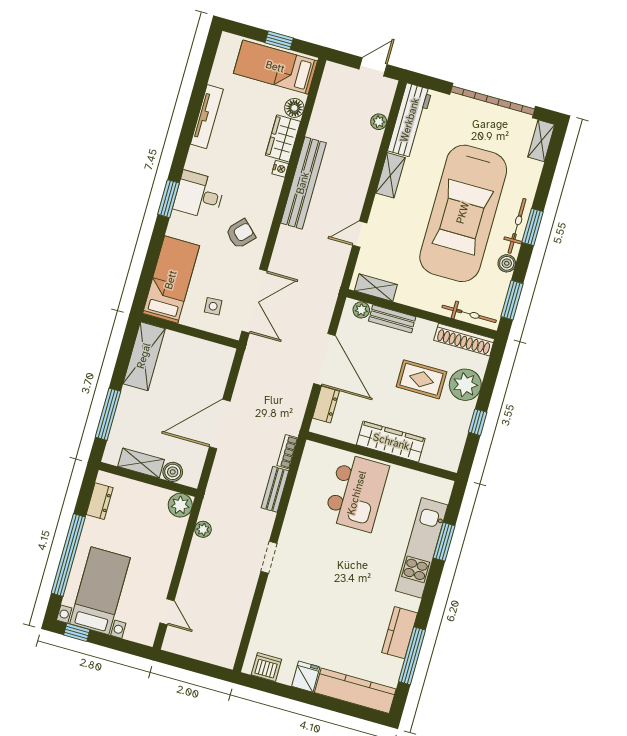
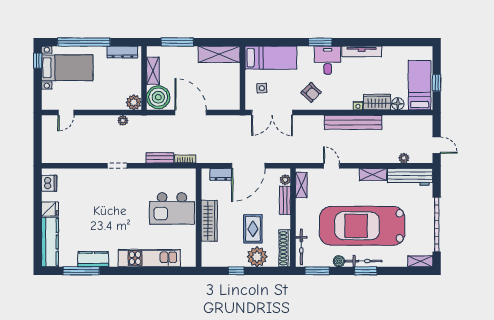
tv unit: (207, 117) -> (362, 51), moved
boiler: (173, 472) -> (158, 97), width x1.86, depth x1.86
dresser: (100, 501) -> (122, 52), width x1.44
window: (444, 542) -> (157, 271), removed

